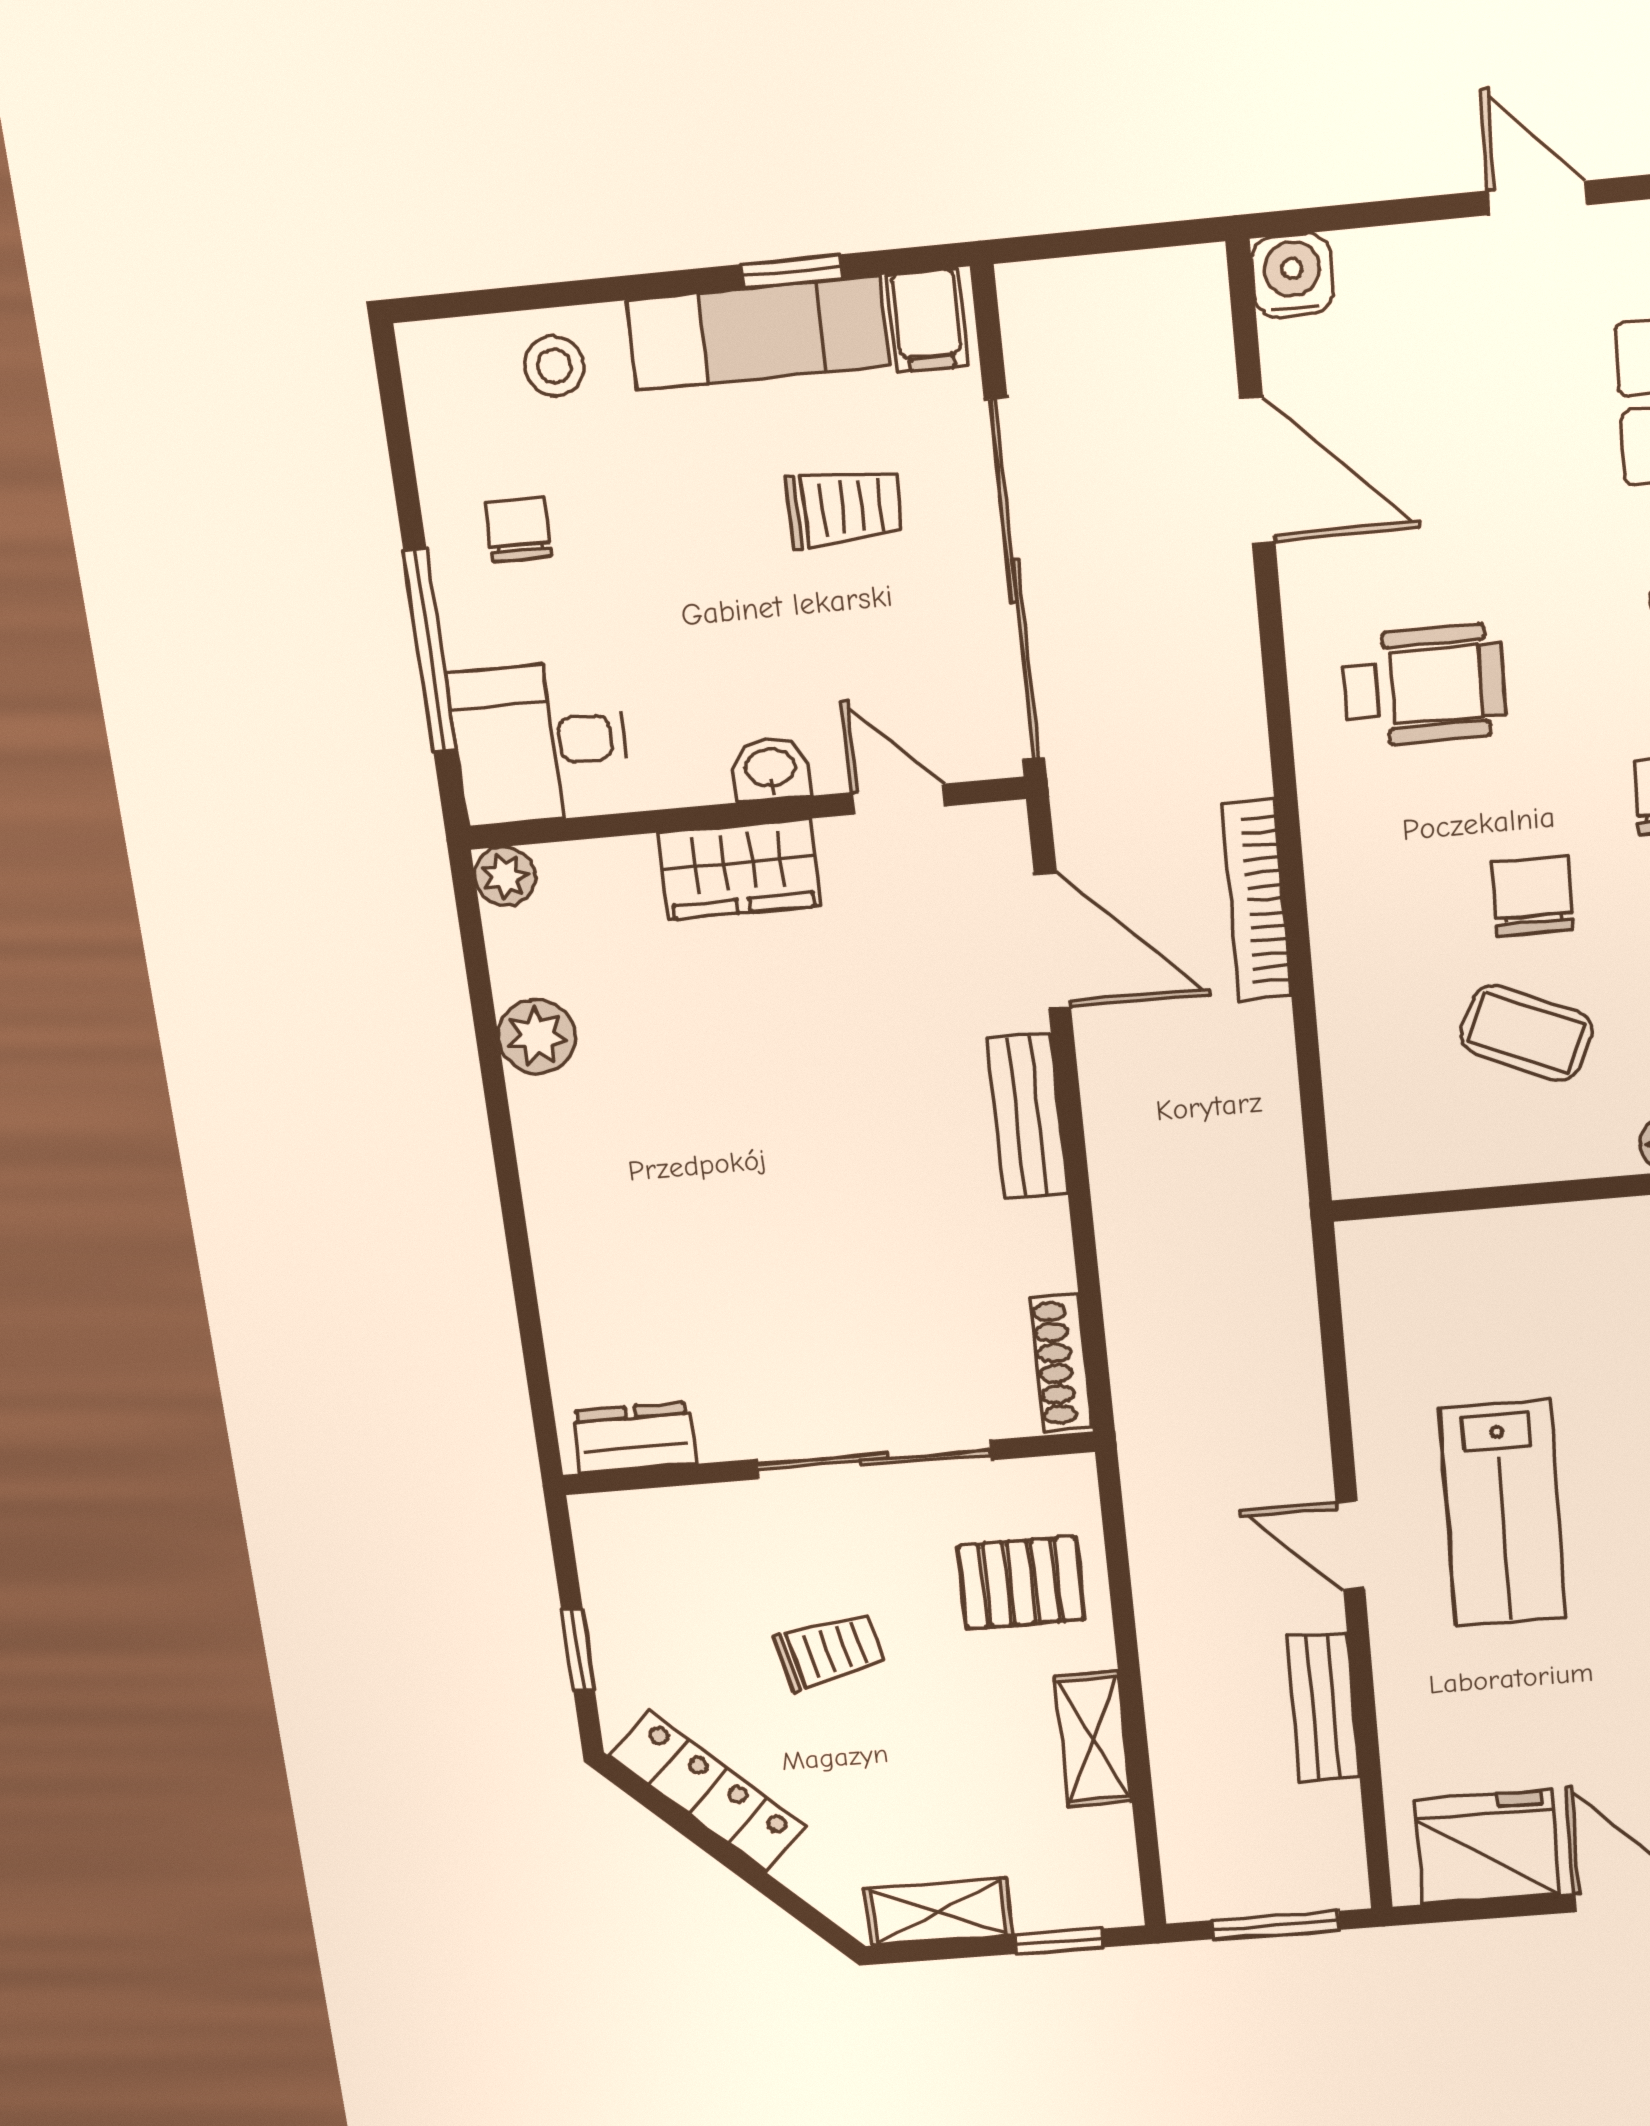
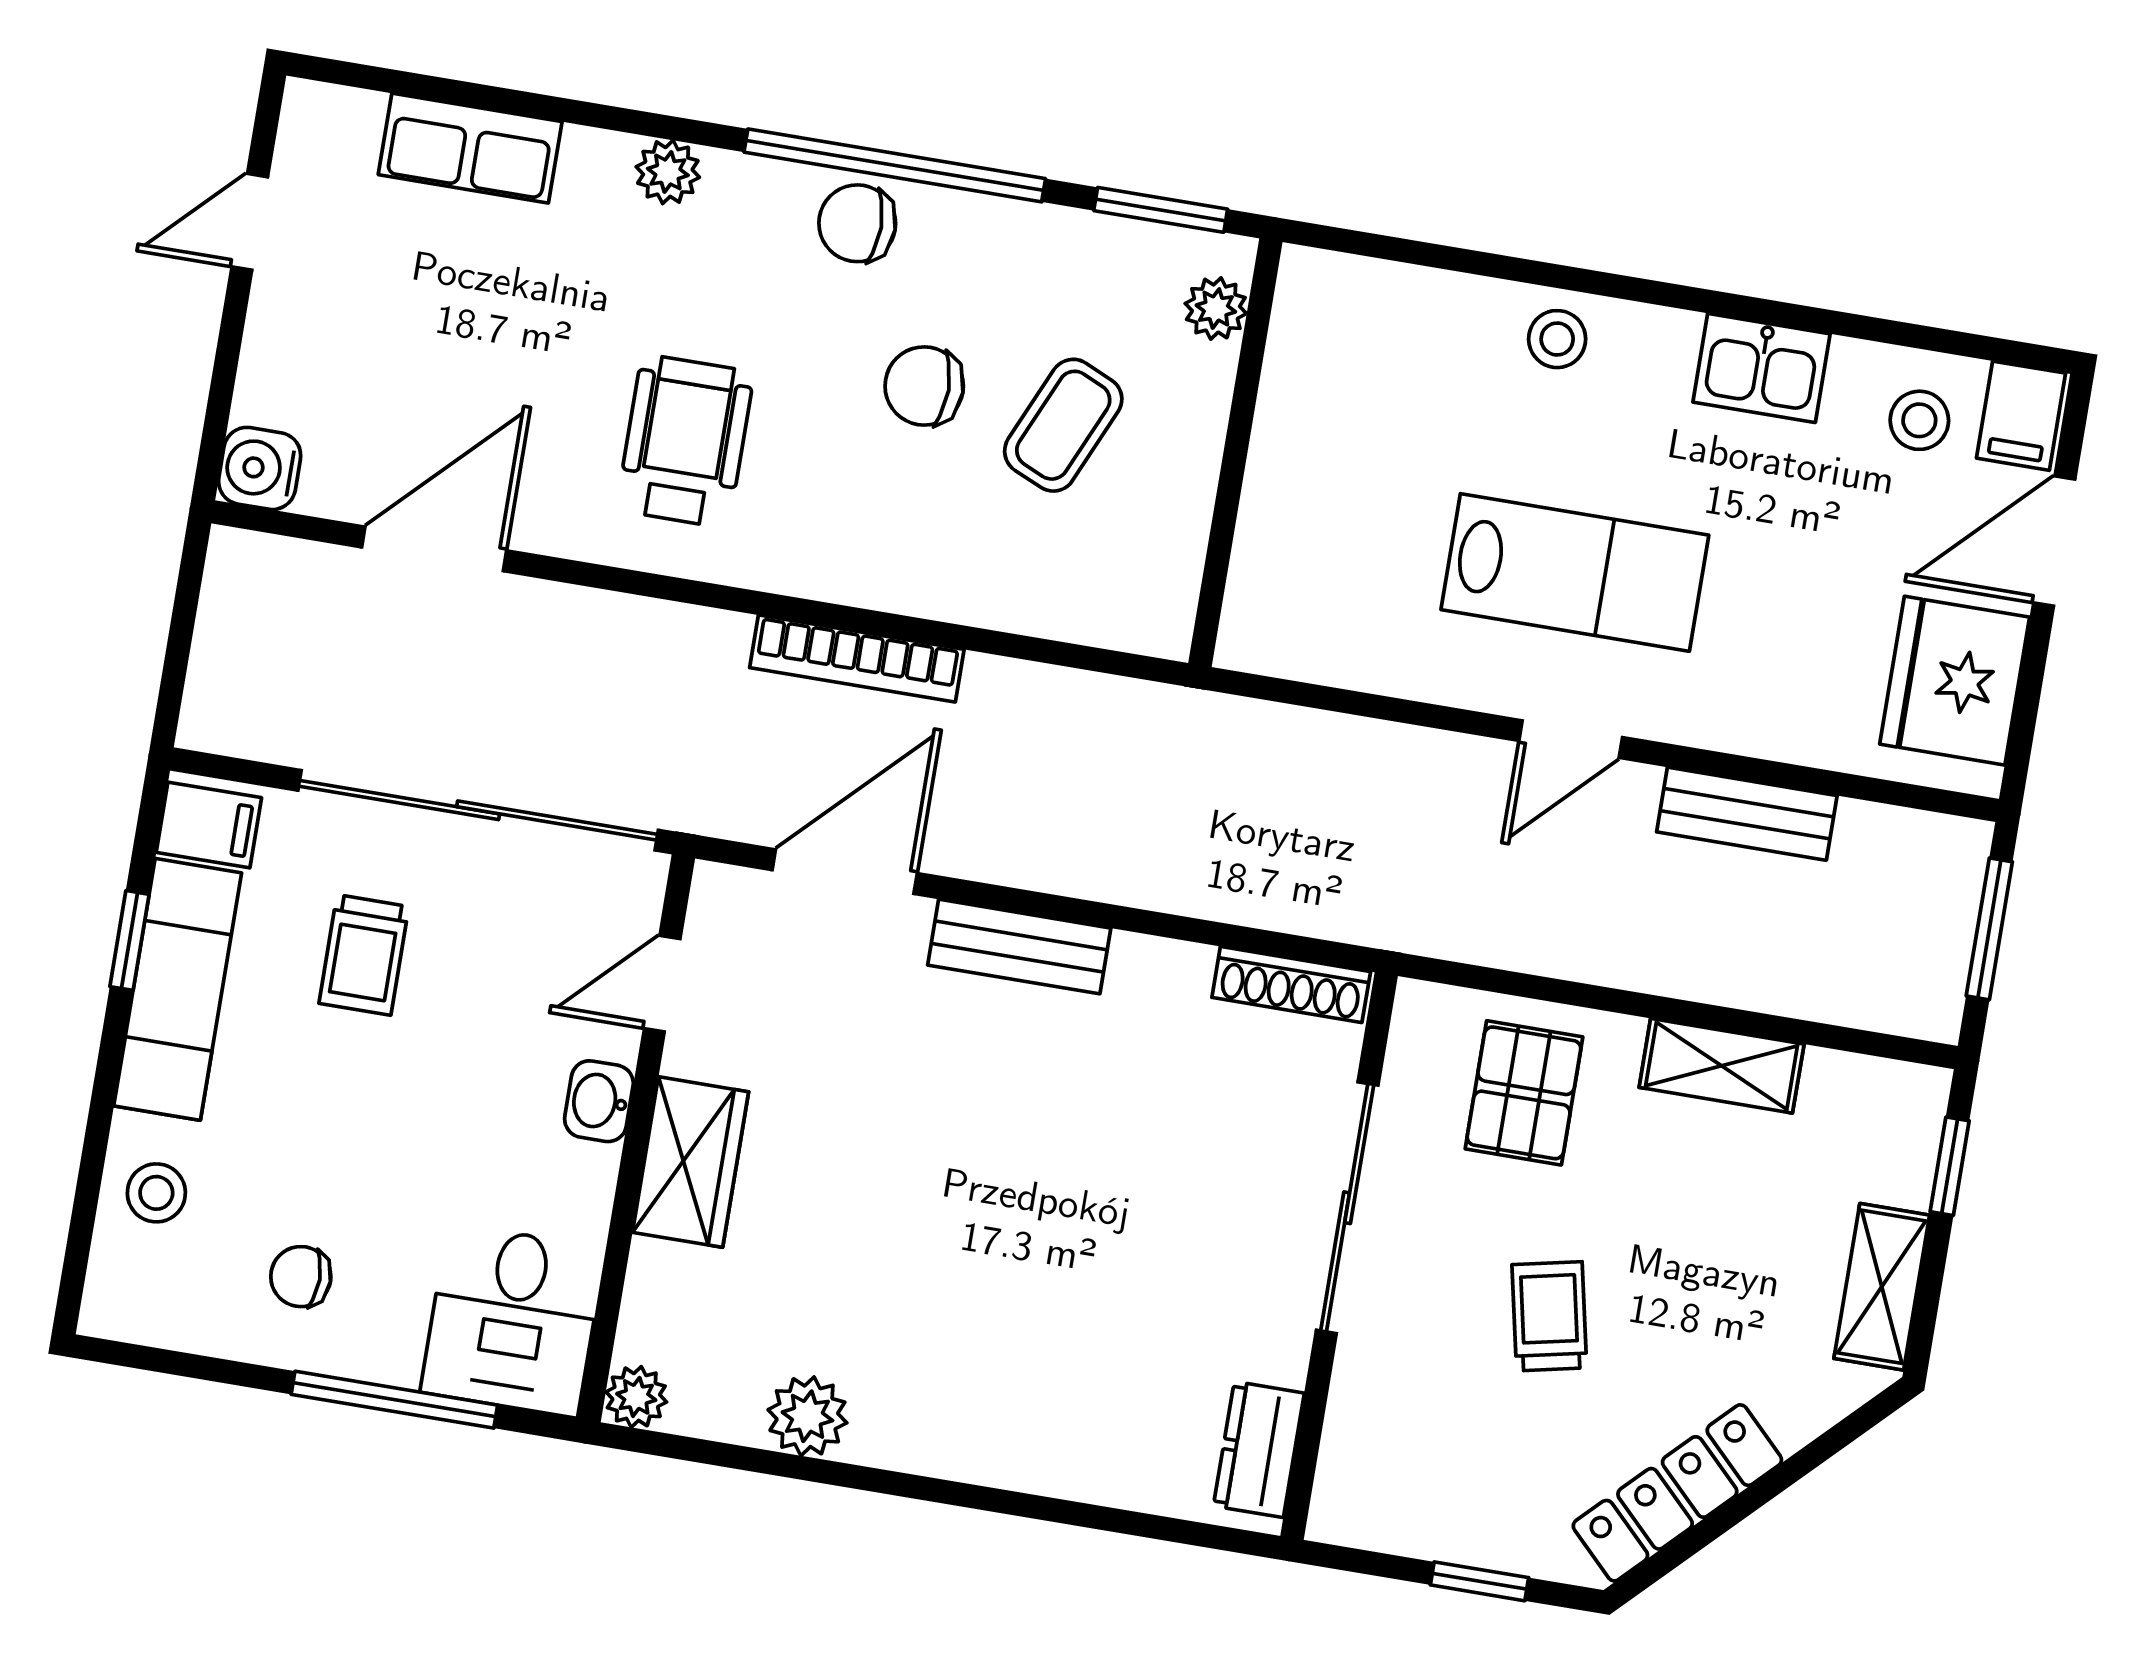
trolley: (844, 508) -> (364, 955), turned 180

